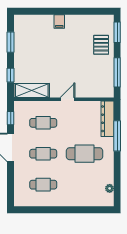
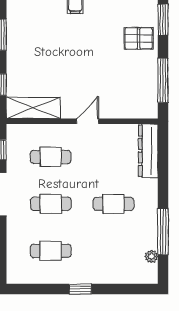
pallet: (101, 45) -> (139, 38), turned 90
window: (117, 136) -> (163, 231), moved
cafe table: (84, 154) -> (113, 204), width x0.73, depth x0.74
window: (63, 210) -> (80, 289), added

